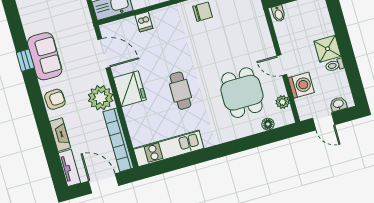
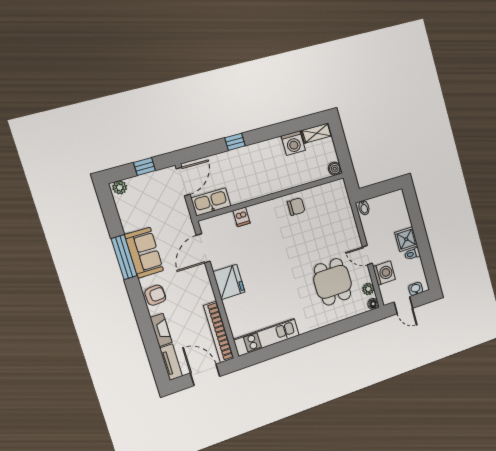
door: (104, 53) -> (203, 248), swing flipped
window: (25, 60) -> (124, 257), width x2.17
cafe table: (180, 91) -> (277, 282), removed
plant: (101, 98) -> (201, 292), removed
floor lamp: (268, 124) -> (373, 304), moved

